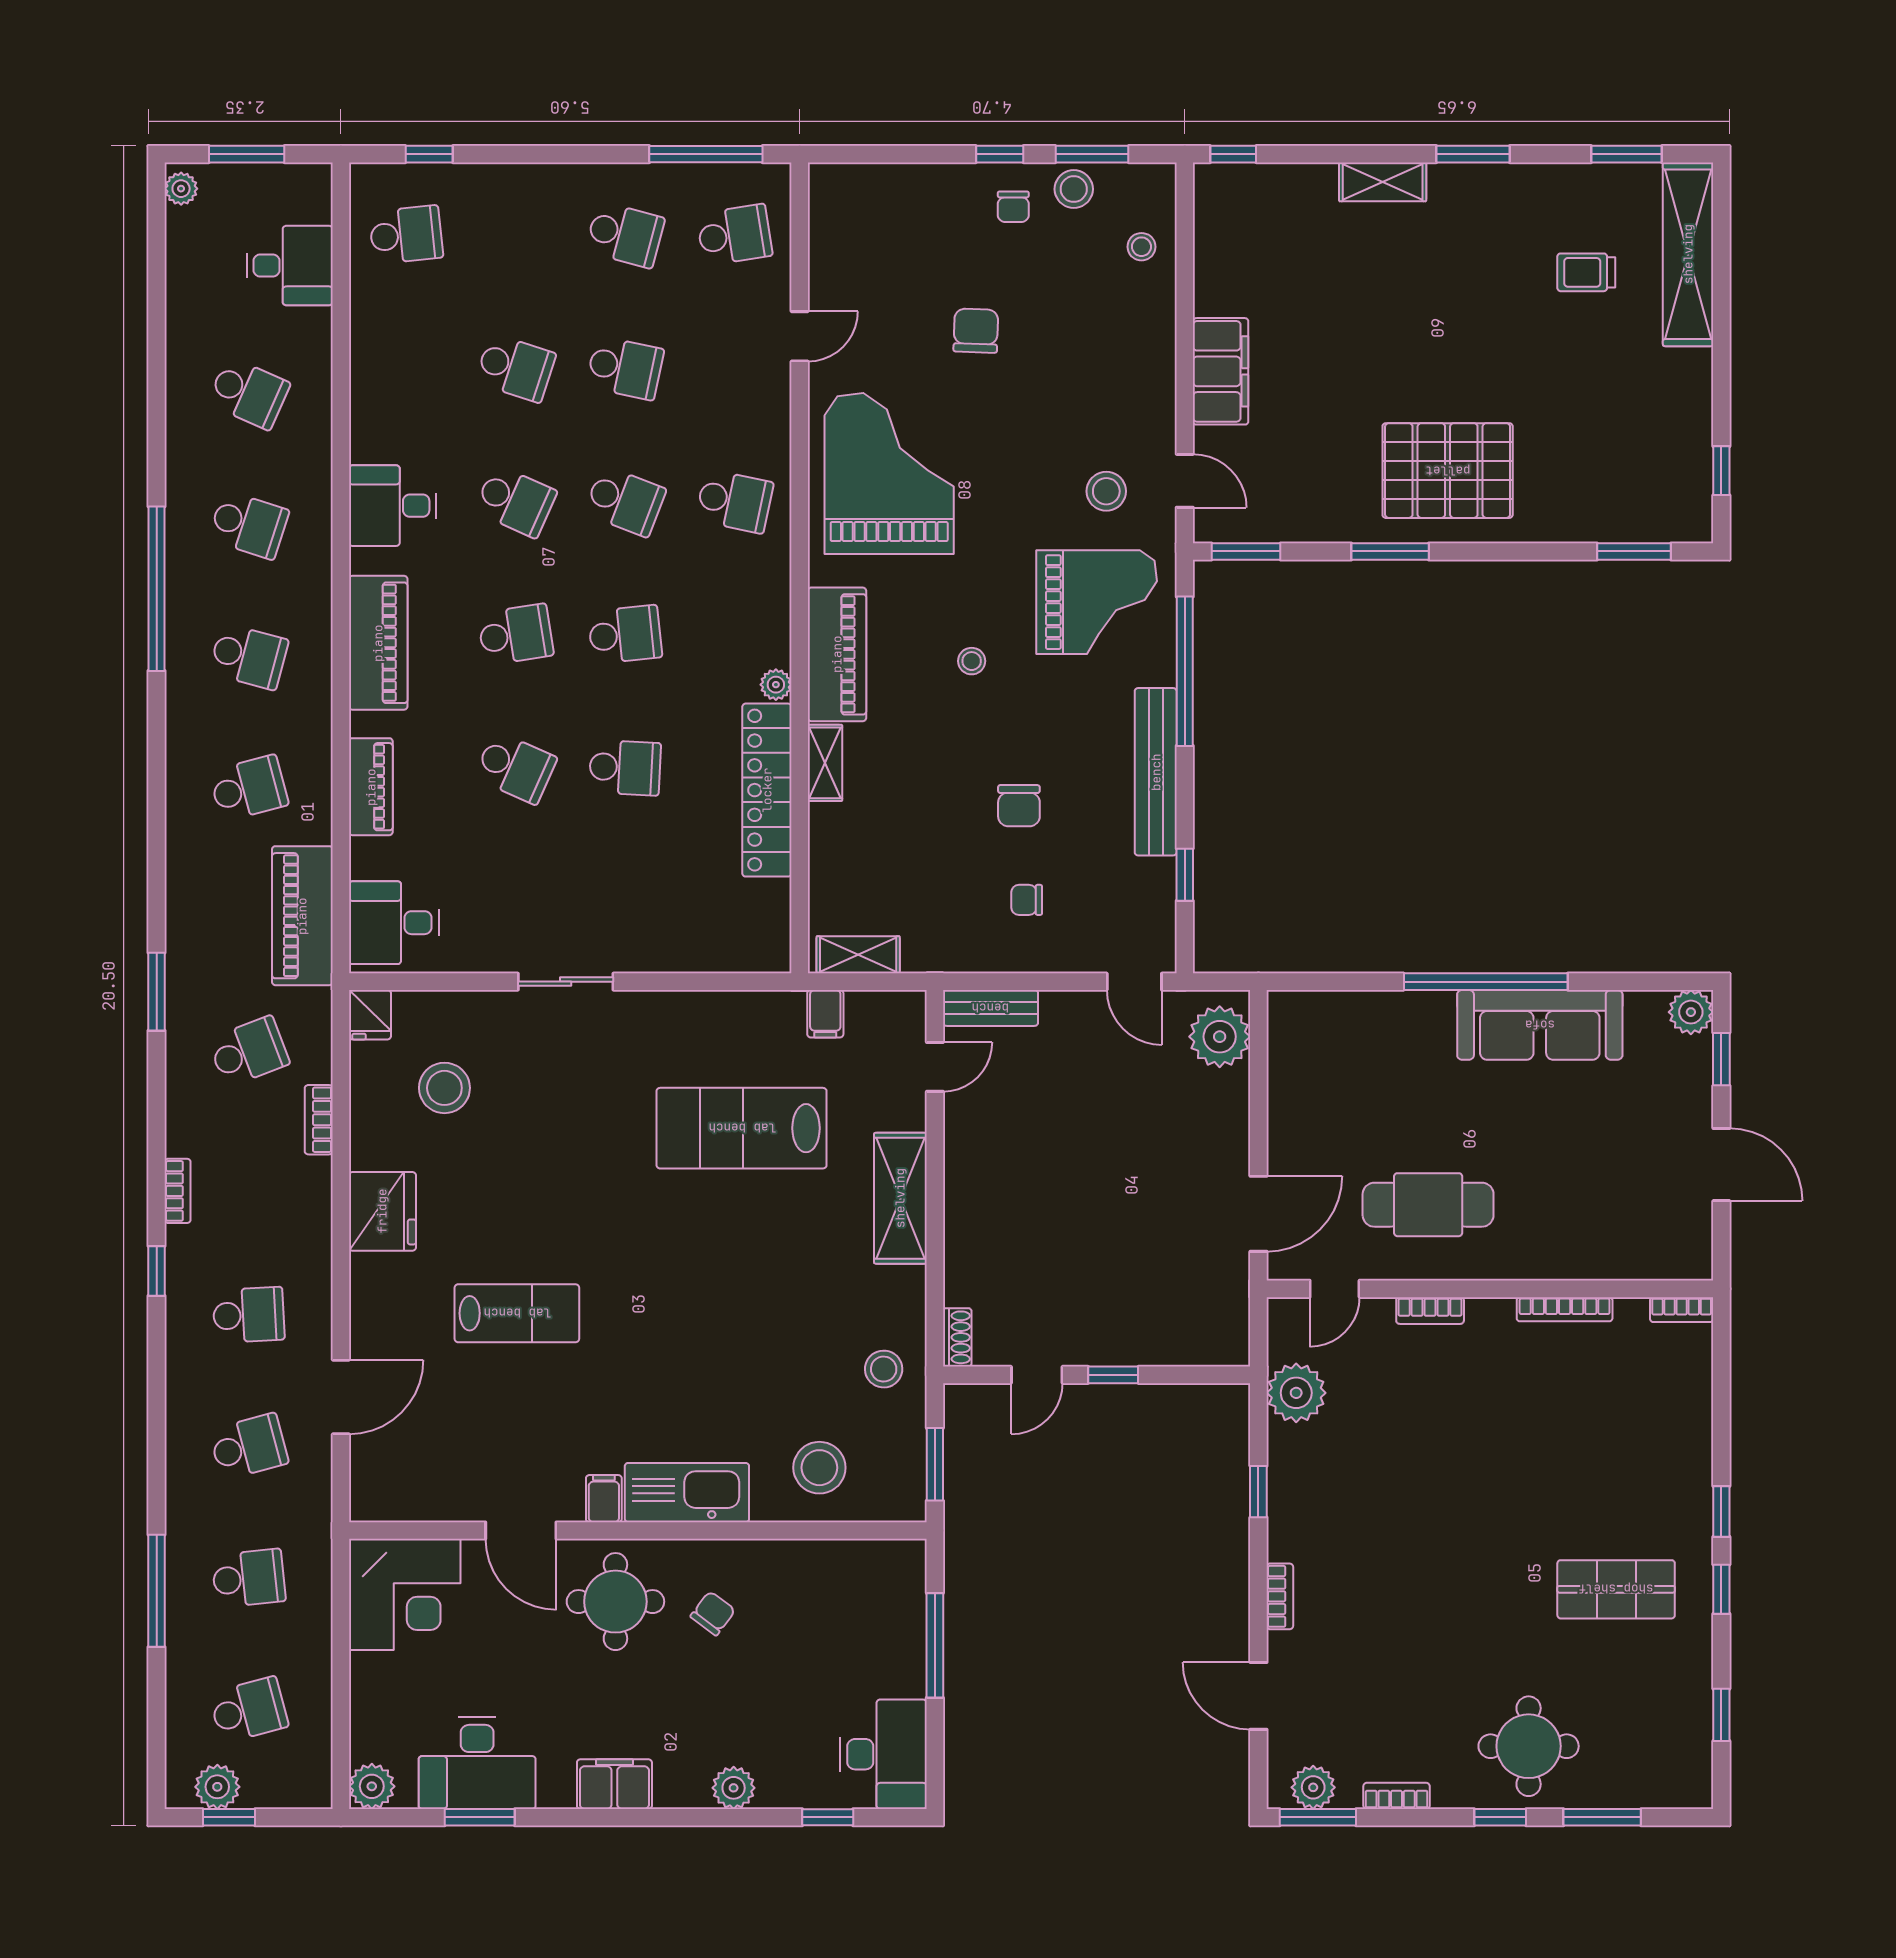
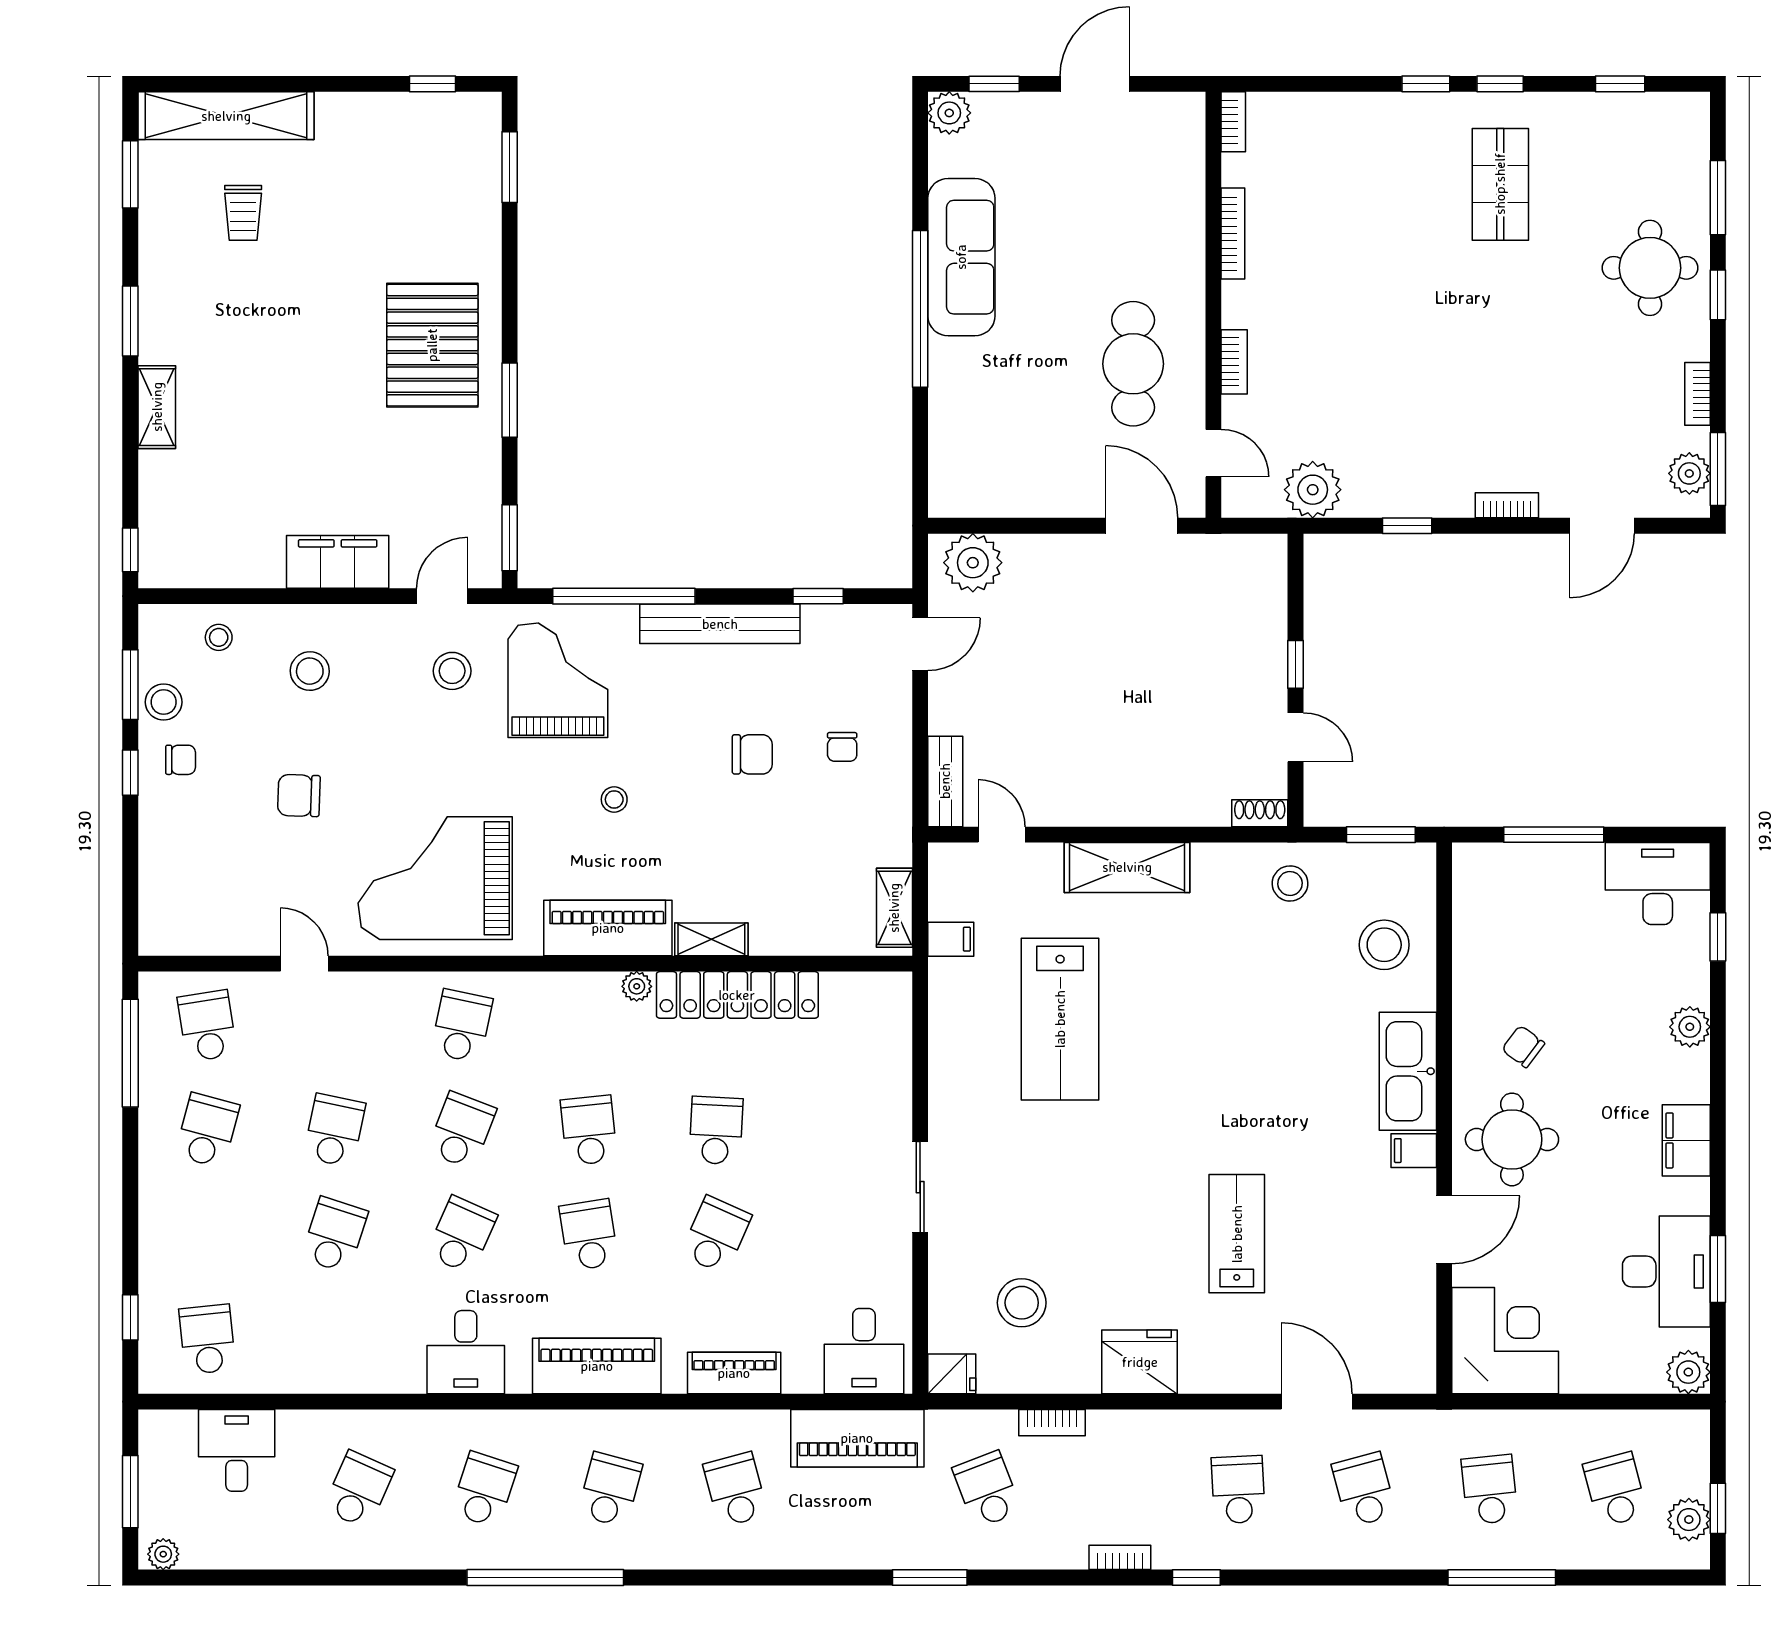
stool: (1106, 342) -> (310, 671), added

